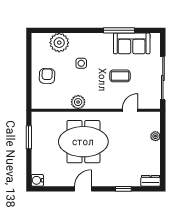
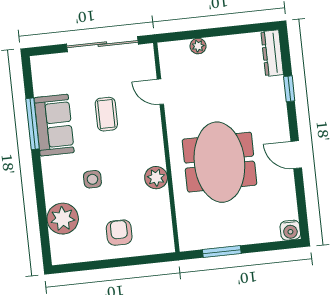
sofa: (132, 43) -> (54, 125), moved
armchair: (47, 76) -> (119, 233), turned 88
dresser: (151, 181) -> (272, 53), width x1.44

